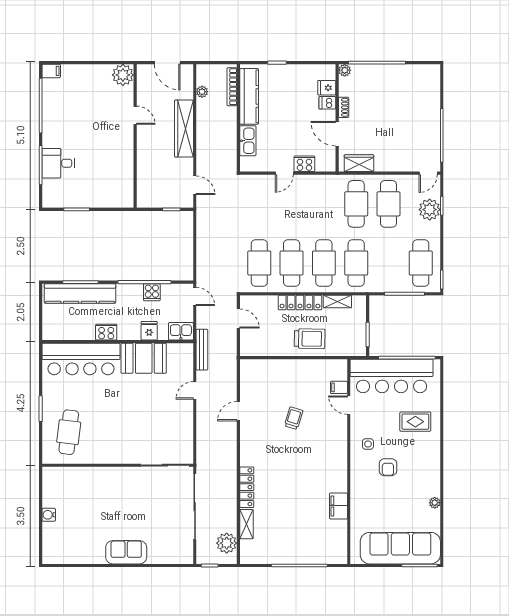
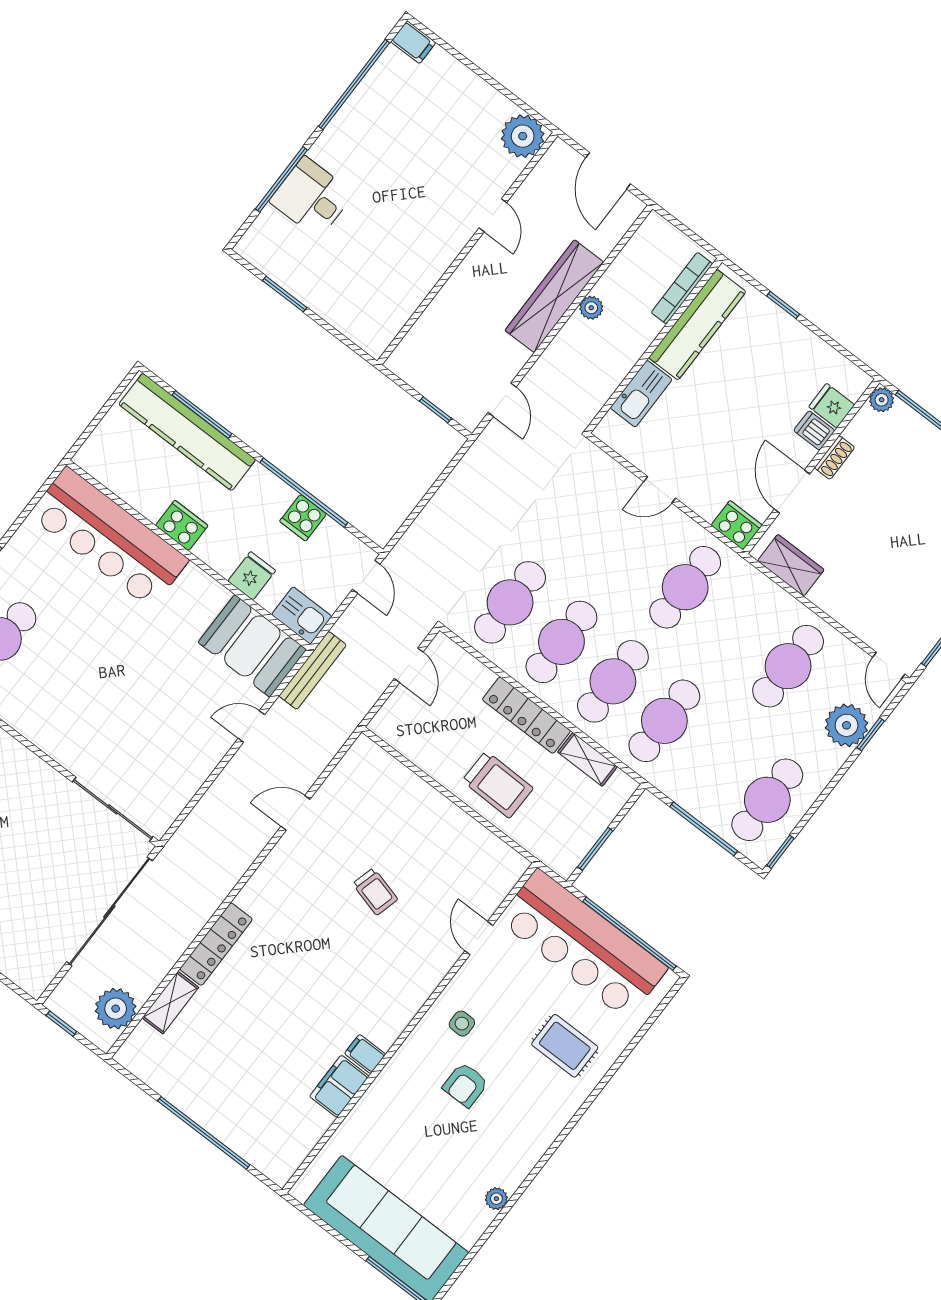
plant: (202, 92) -> (591, 308), moved
cooker: (304, 164) -> (737, 525), moved
door: (428, 173) -> (889, 666), hinge flipped
cafe table: (356, 204) -> (685, 587), moved
booth: (144, 358) -> (252, 646), moved
filing cabinet: (339, 387) -> (365, 1054), moved
trolley: (294, 418) -> (375, 892), turned 88

